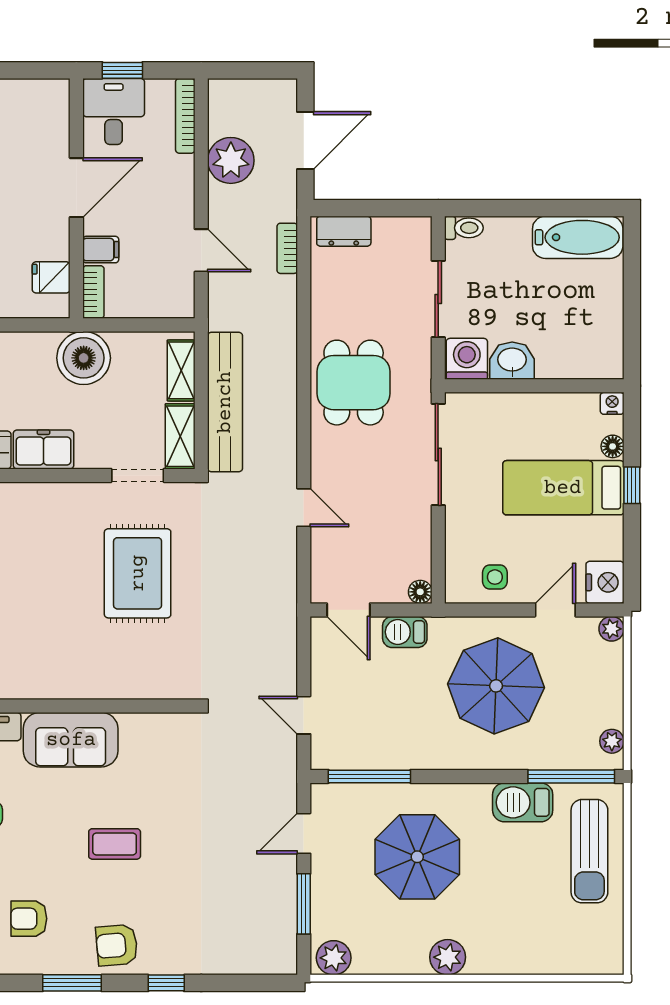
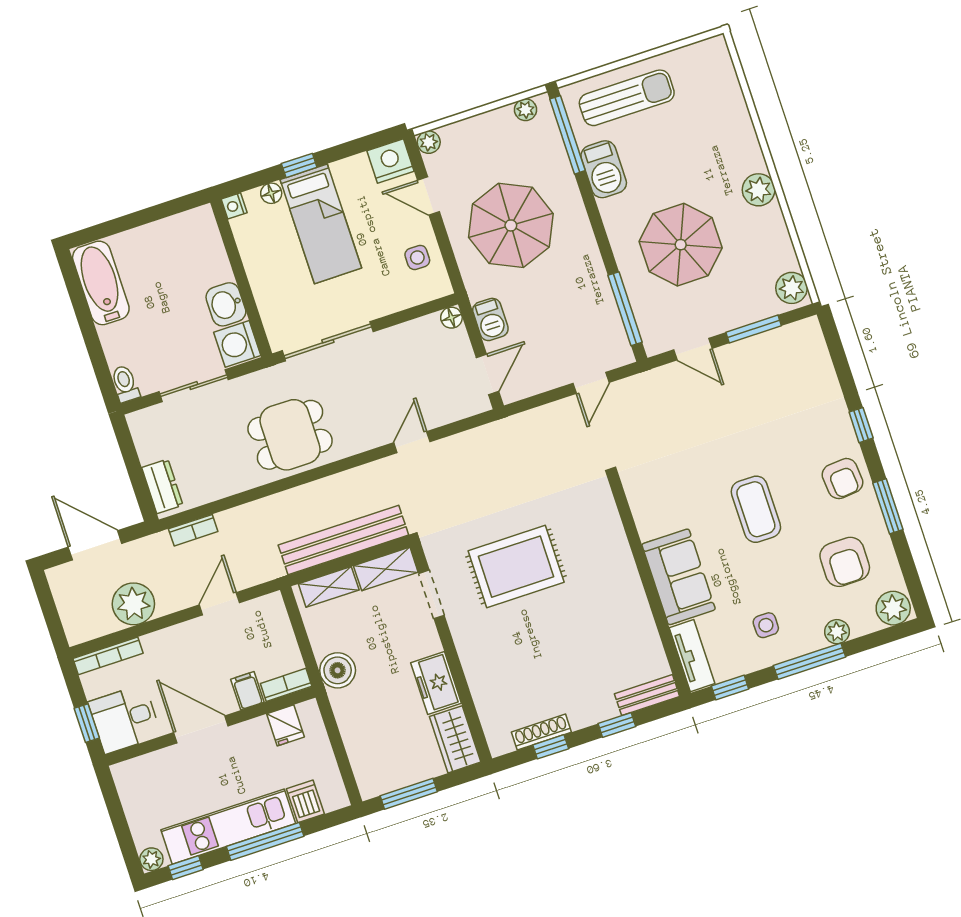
boiler: (84, 358) -> (338, 670), width x0.73, depth x0.73
coffee table: (115, 844) -> (756, 509), width x1.36, depth x1.30
armchair: (29, 919) -> (845, 562), width x1.38, depth x1.38

